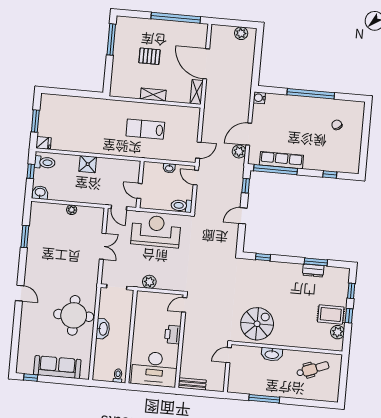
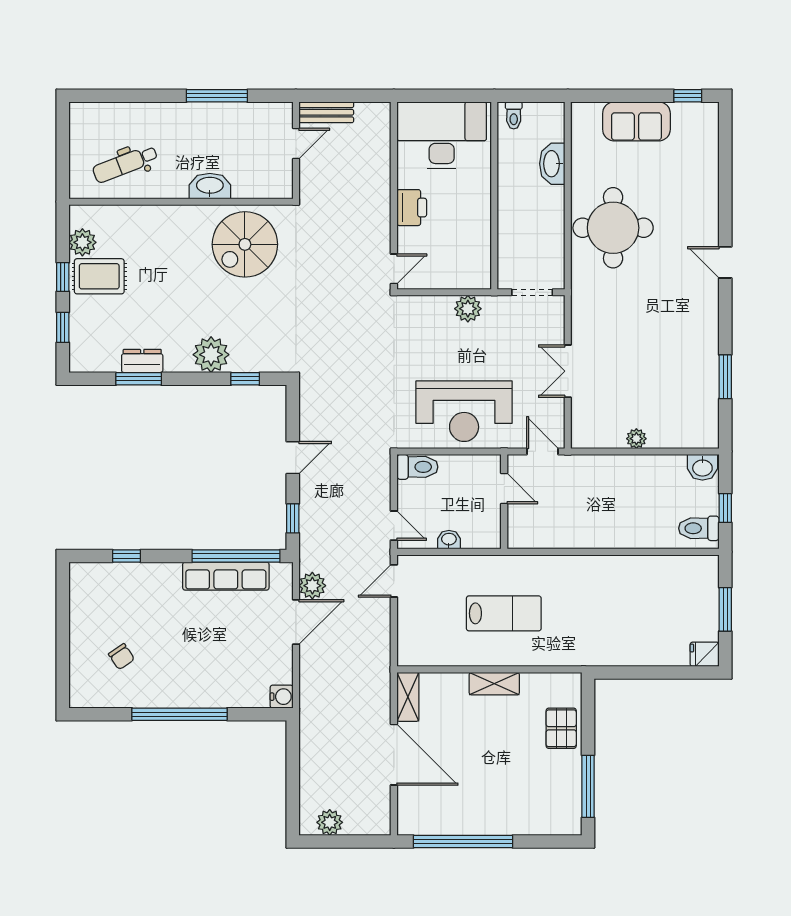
pallet: (149, 56) -> (561, 728), moved, turned 90
fridge: (44, 143) -> (705, 654), moved
shower: (88, 164) -> (613, 533), removed
plant: (279, 271) -> (211, 355), added
washbasin: (103, 329) -> (552, 164), moved
door: (229, 355) -> (296, 143), moved
sofa: (57, 367) -> (636, 121), width x0.73
bench: (192, 384) -> (326, 112), moved

